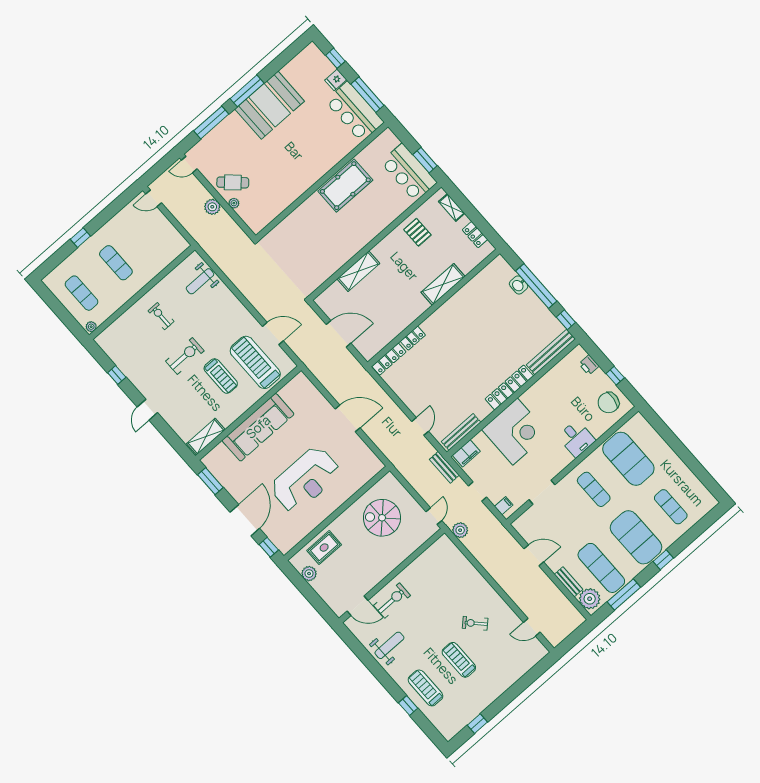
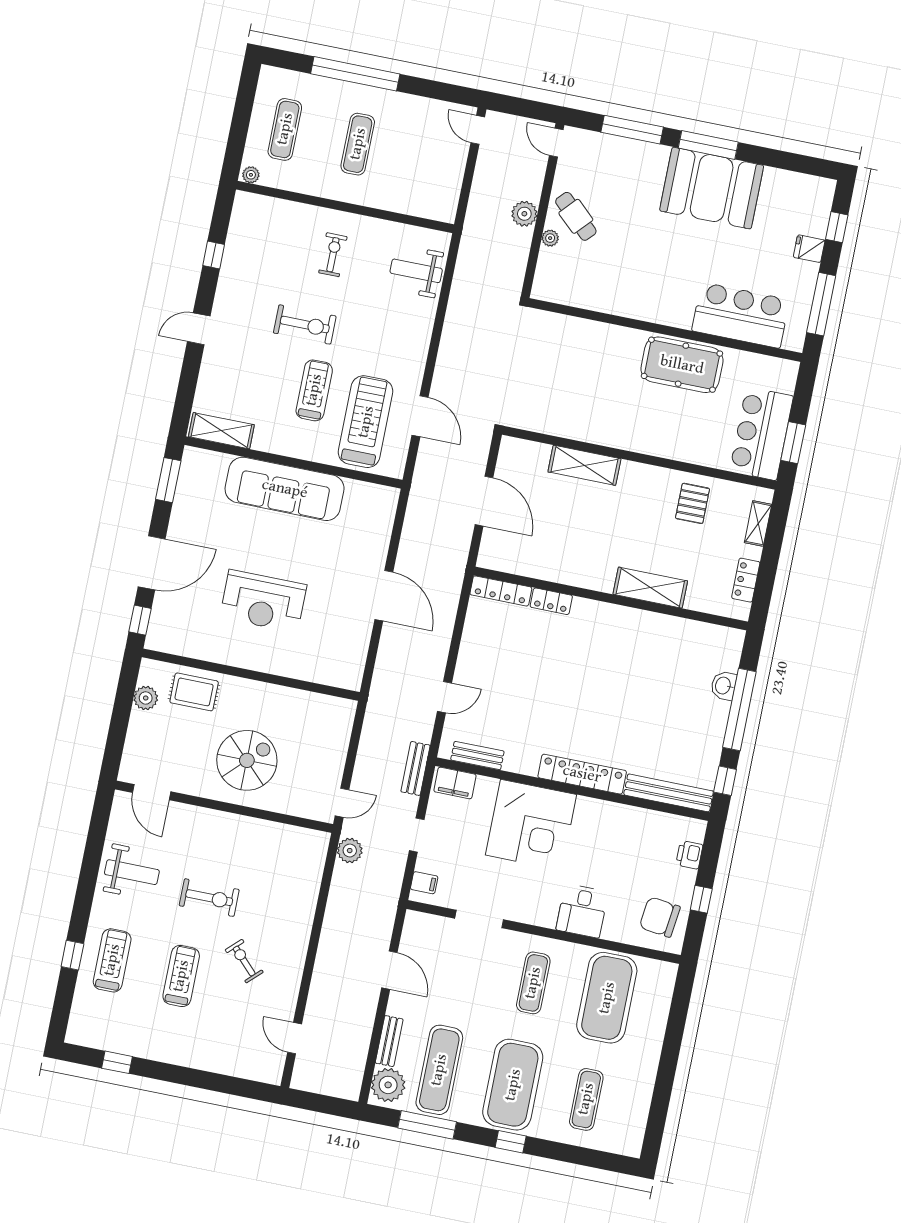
bar counter: (354, 112) -> (741, 315), moved, turned 90
window: (80, 238) -> (355, 74), width x3.17
treadmill: (221, 376) -> (314, 390), turned 180
bench: (461, 432) -> (477, 756), width x0.73
reception desk: (305, 480) -> (263, 601), width x0.74, depth x0.77
spiral stairs: (382, 518) -> (247, 760), moved, turned 90
exercise bike: (392, 600) -> (209, 898), moved

